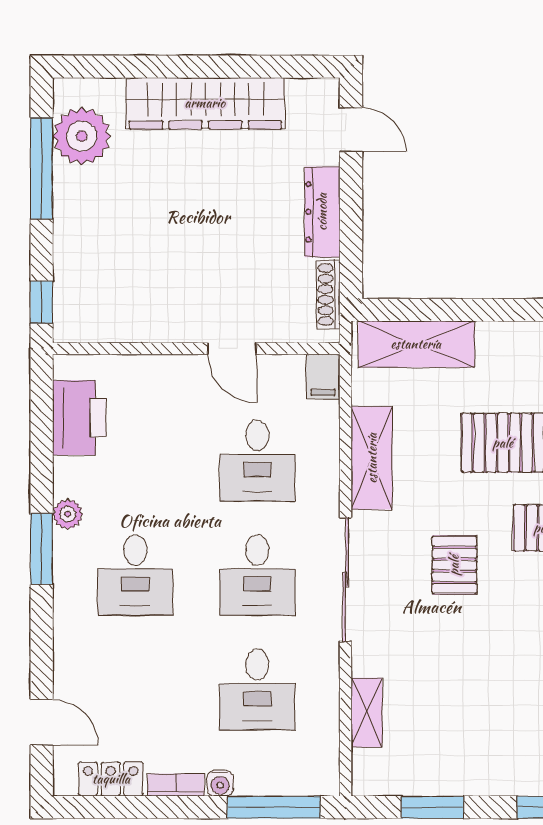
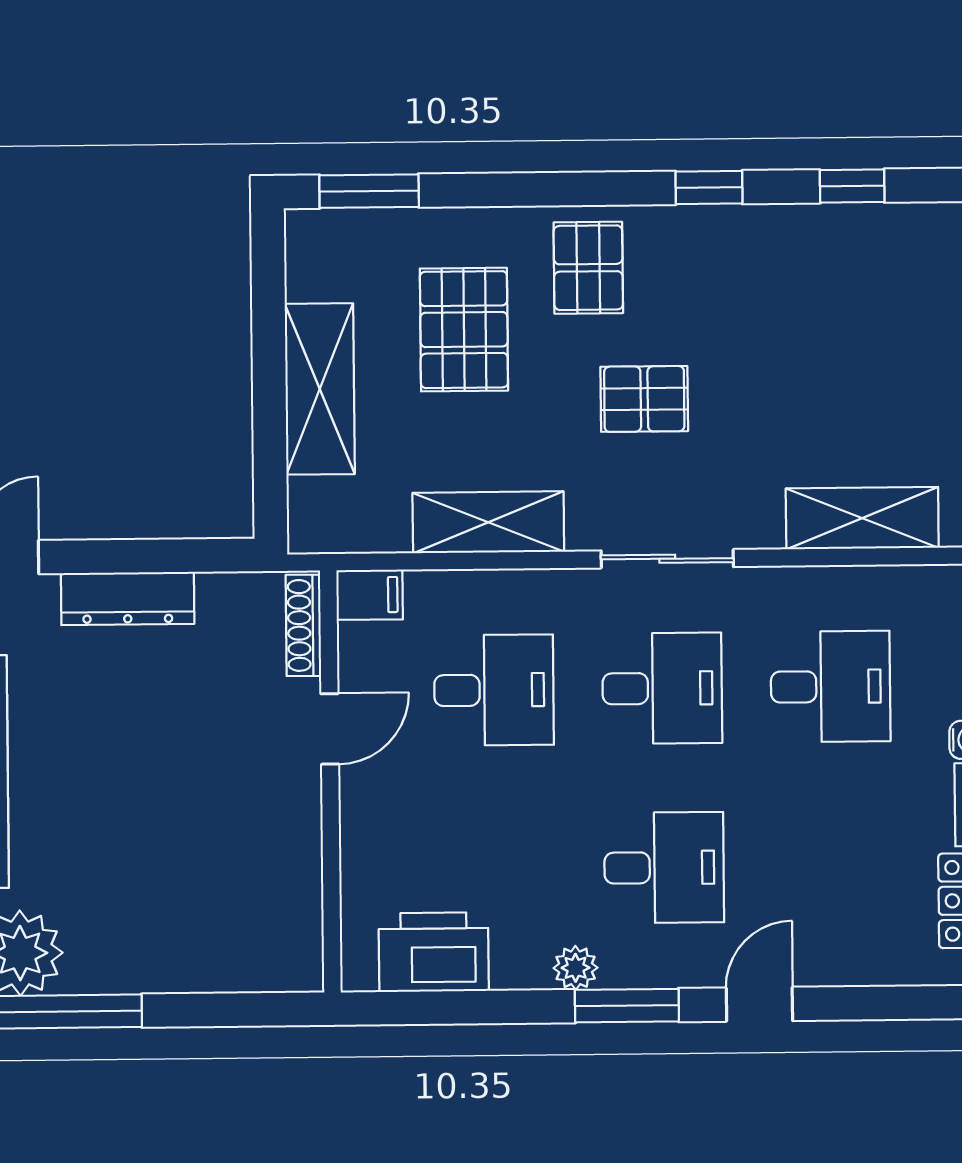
shoe rack: (328, 294) -> (303, 625), moved, turned 90
window: (42, 302) -> (265, 1009), removed
shelving: (416, 344) -> (320, 389), moved
sliding door: (346, 579) -> (667, 559), width x0.73
shelving: (367, 712) -> (862, 518), width x1.50, depth x1.33
door: (42, 722) -> (759, 1004), moved

